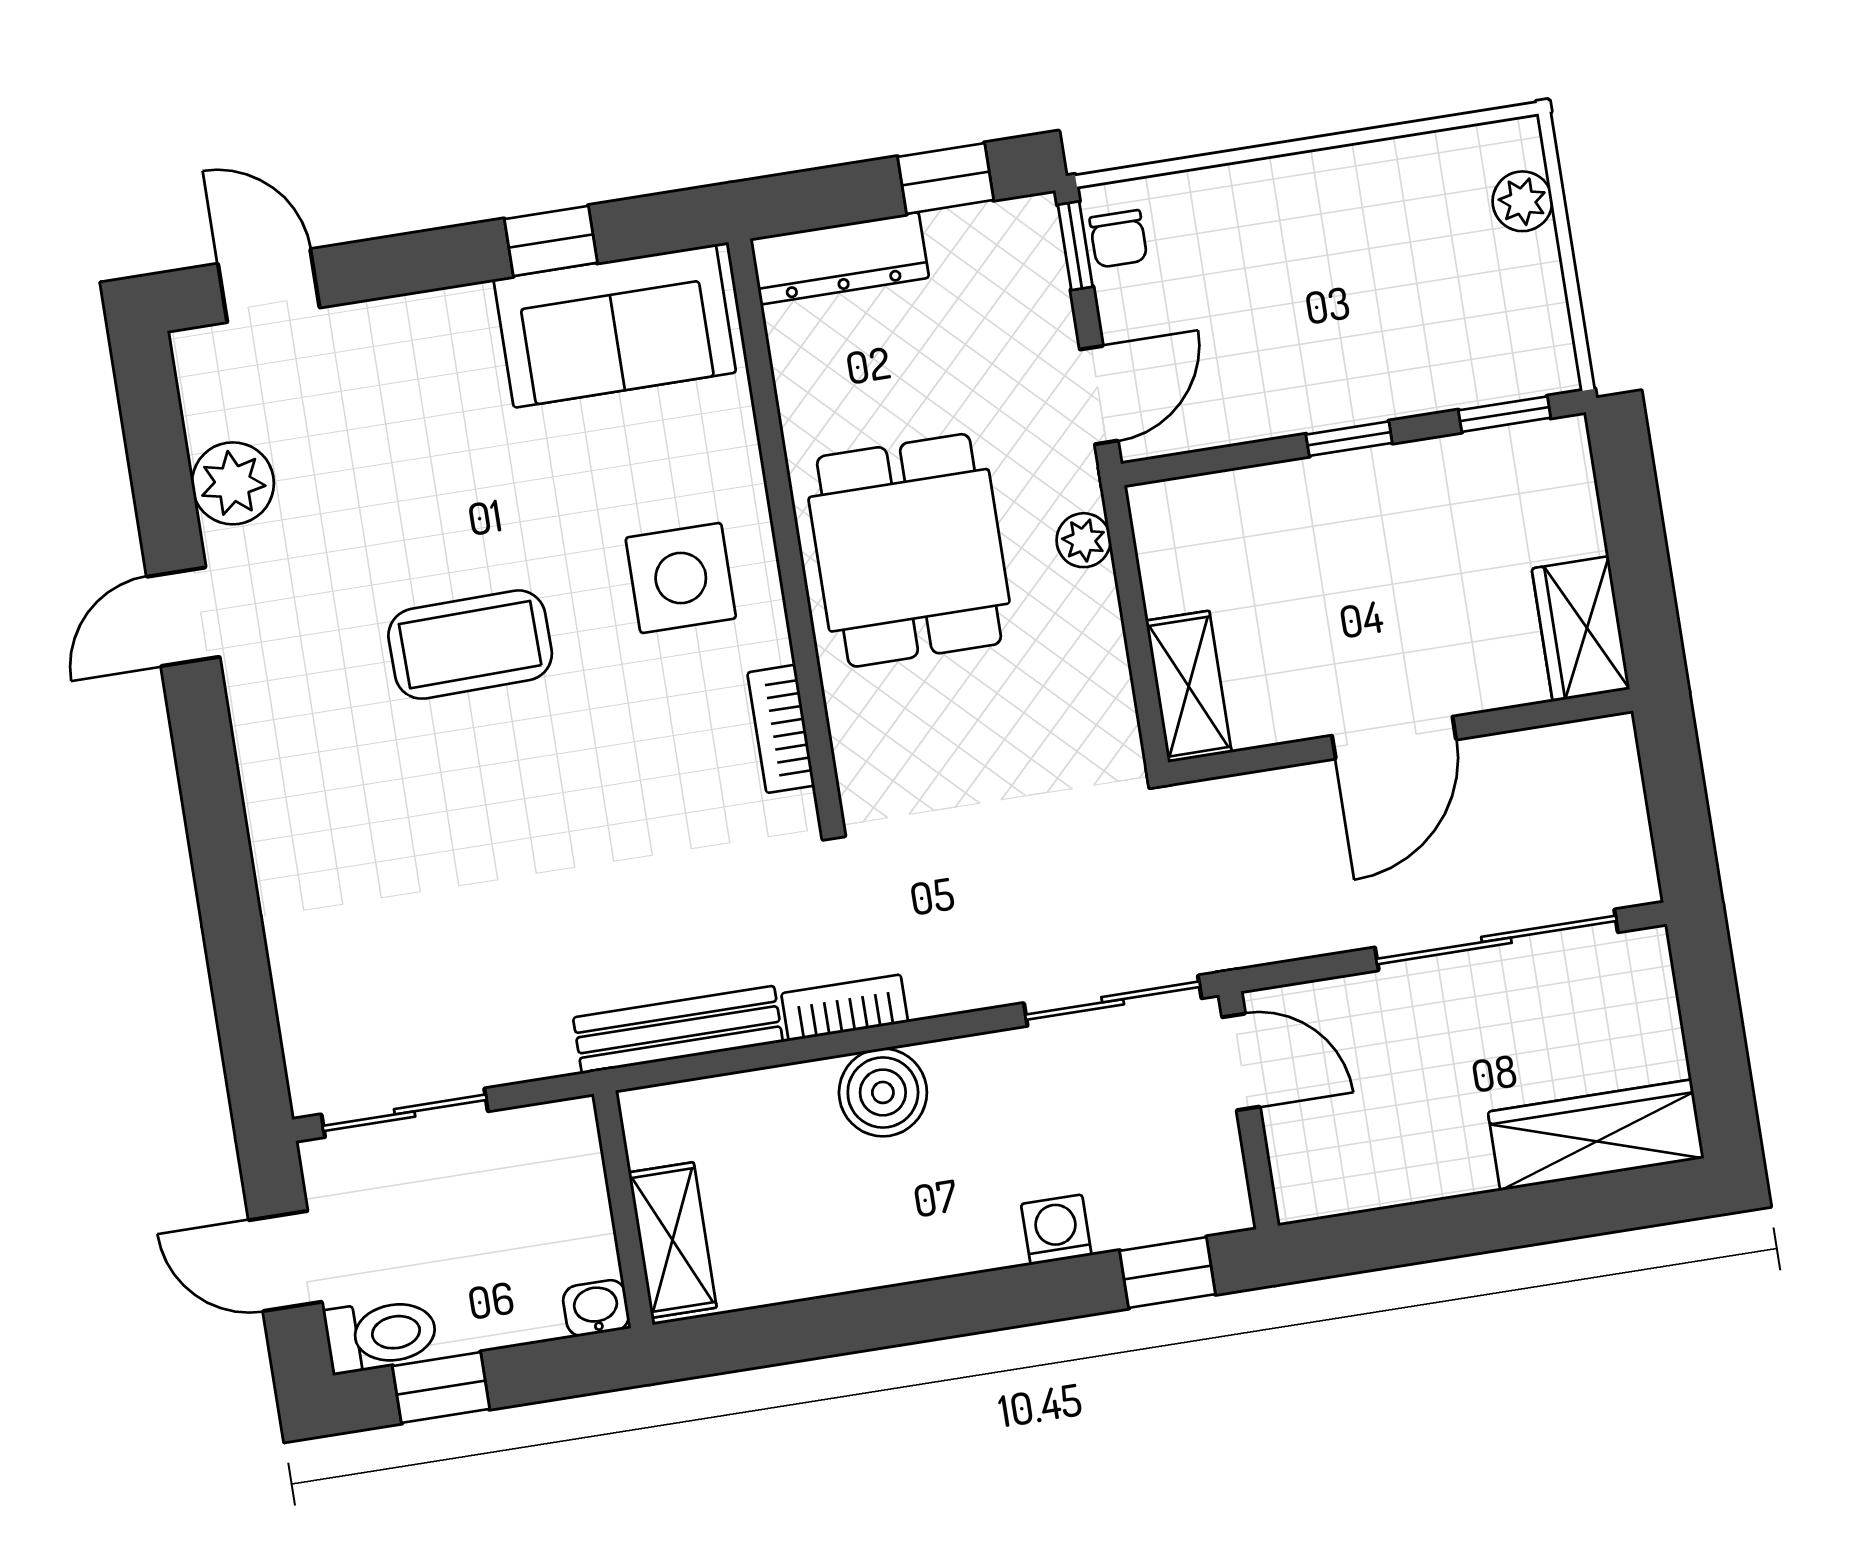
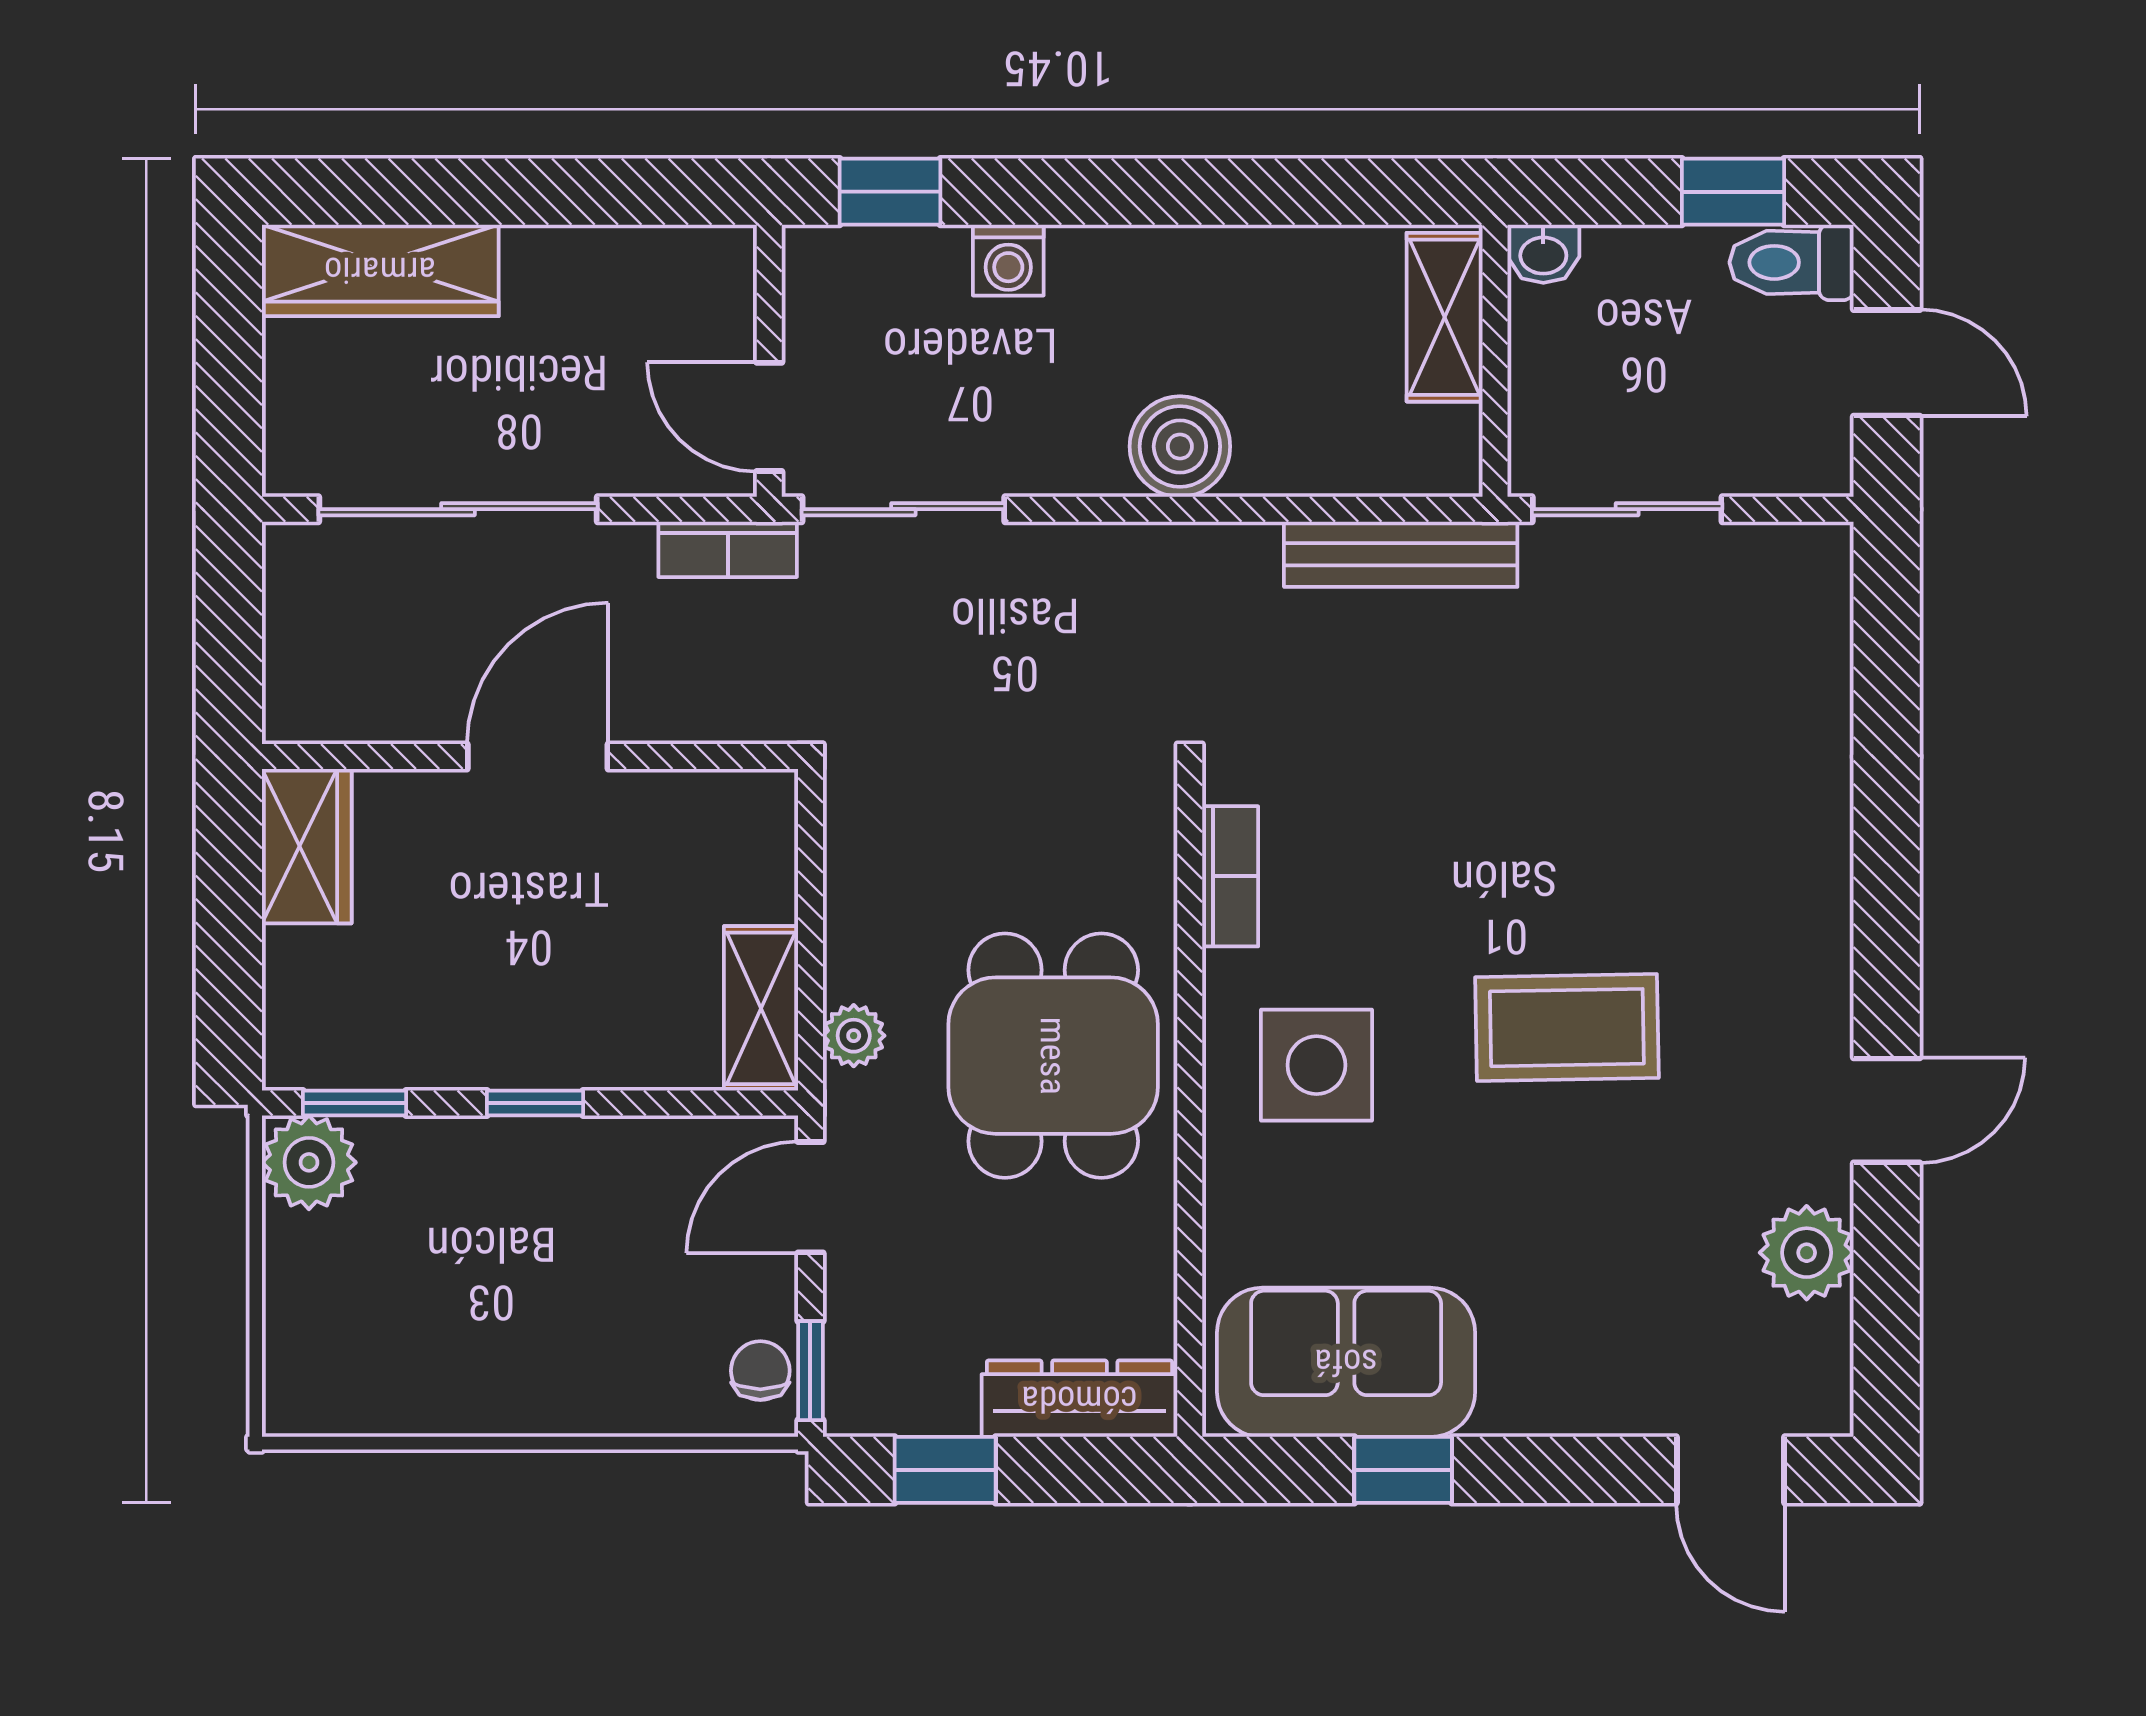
plant: (1522, 201) -> (309, 1162), moved, width x1.38, depth x1.38
shelving: (1189, 687) -> (761, 1008), moved
bookcase: (845, 1008) -> (728, 549), moved
sliding door: (405, 1113) -> (1627, 509), moved

